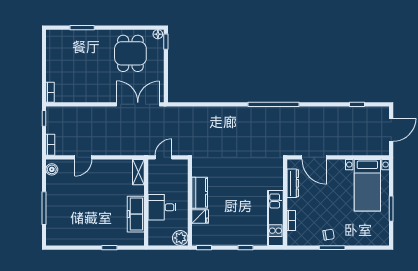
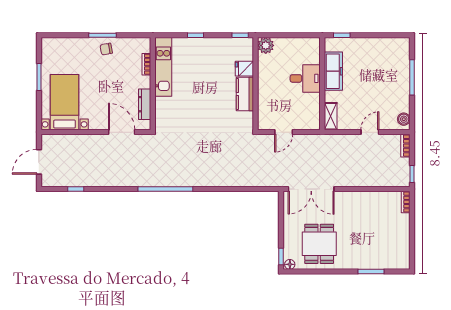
shelving: (138, 172) -> (331, 116), moved
wall: (146, 202) -> (322, 84), moved
desk: (162, 207) -> (305, 78), moved
freezer: (136, 214) -> (333, 71), moved

